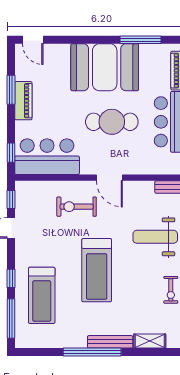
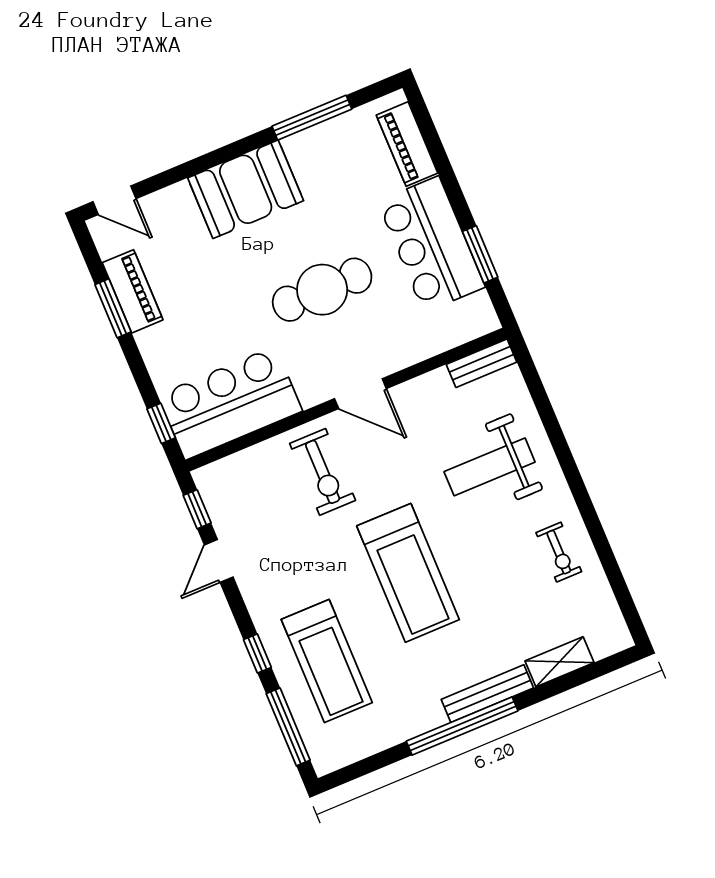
booth: (105, 67) -> (246, 189), width x0.73, depth x0.70
piano: (23, 101) -> (133, 291), moved
exercise bike: (77, 207) -> (323, 472), turned -90

